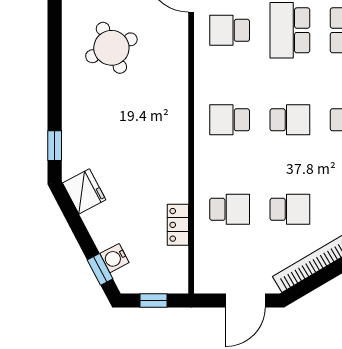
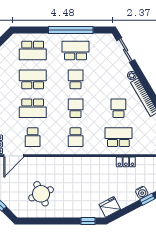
school desk: (230, 209) -> (118, 137), width x1.85

